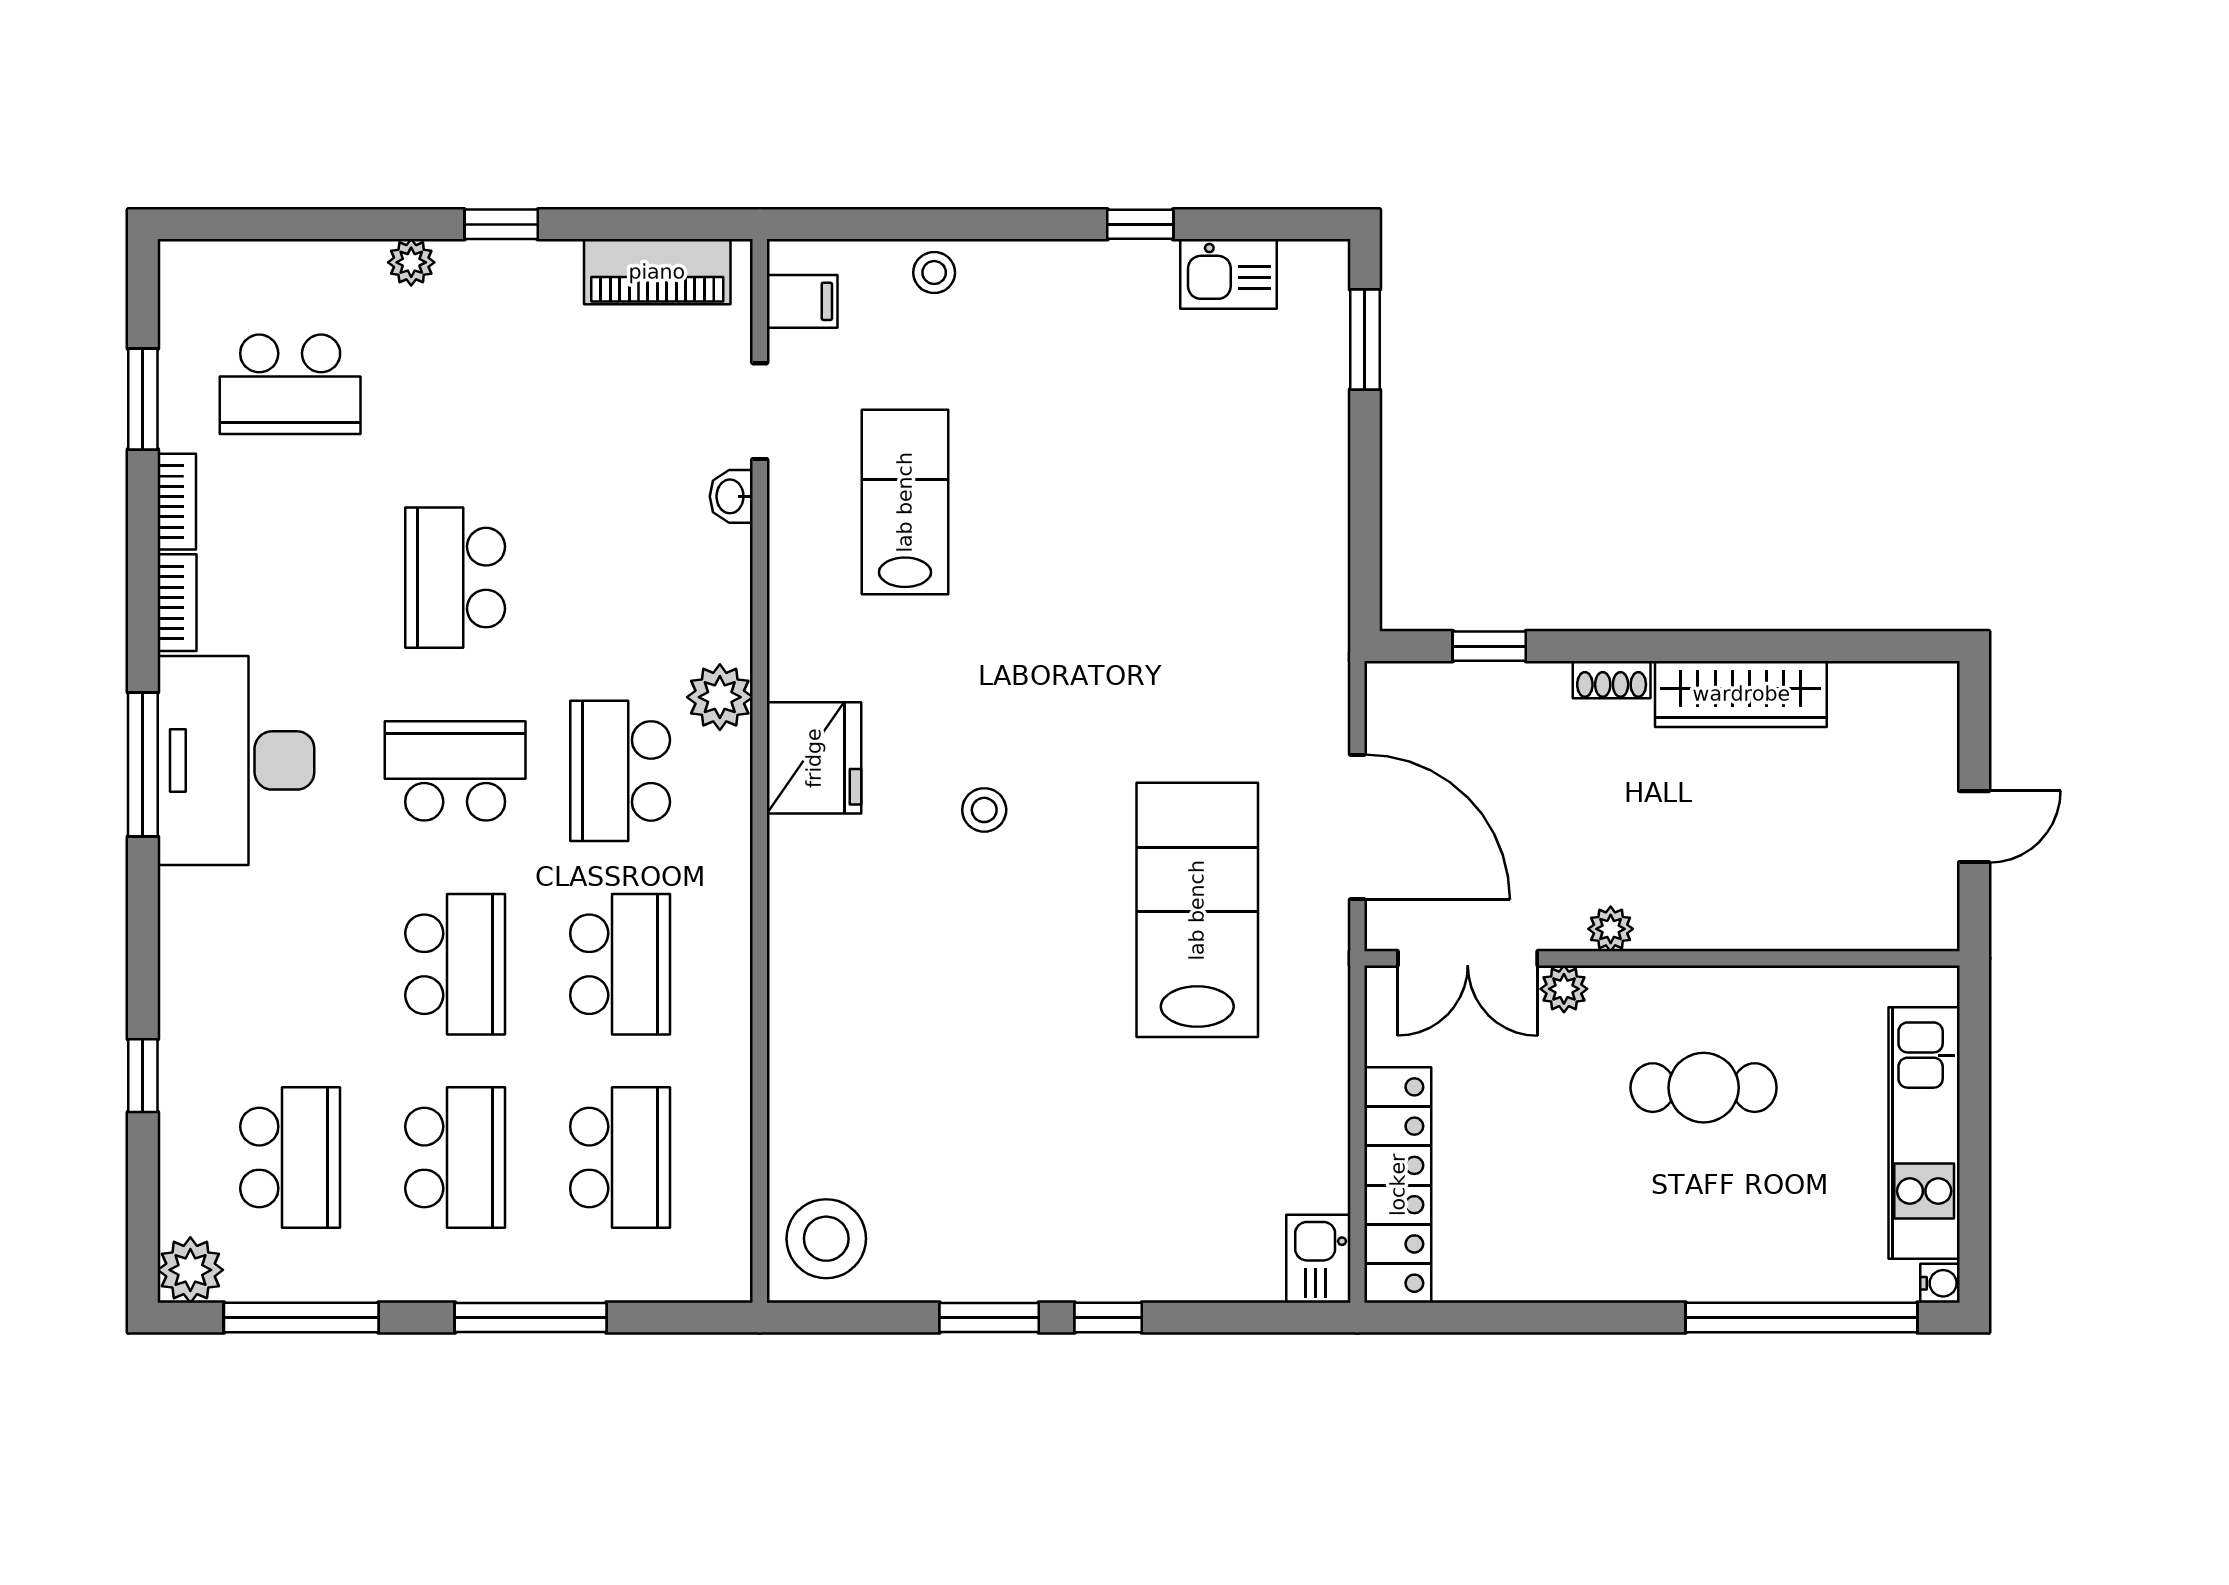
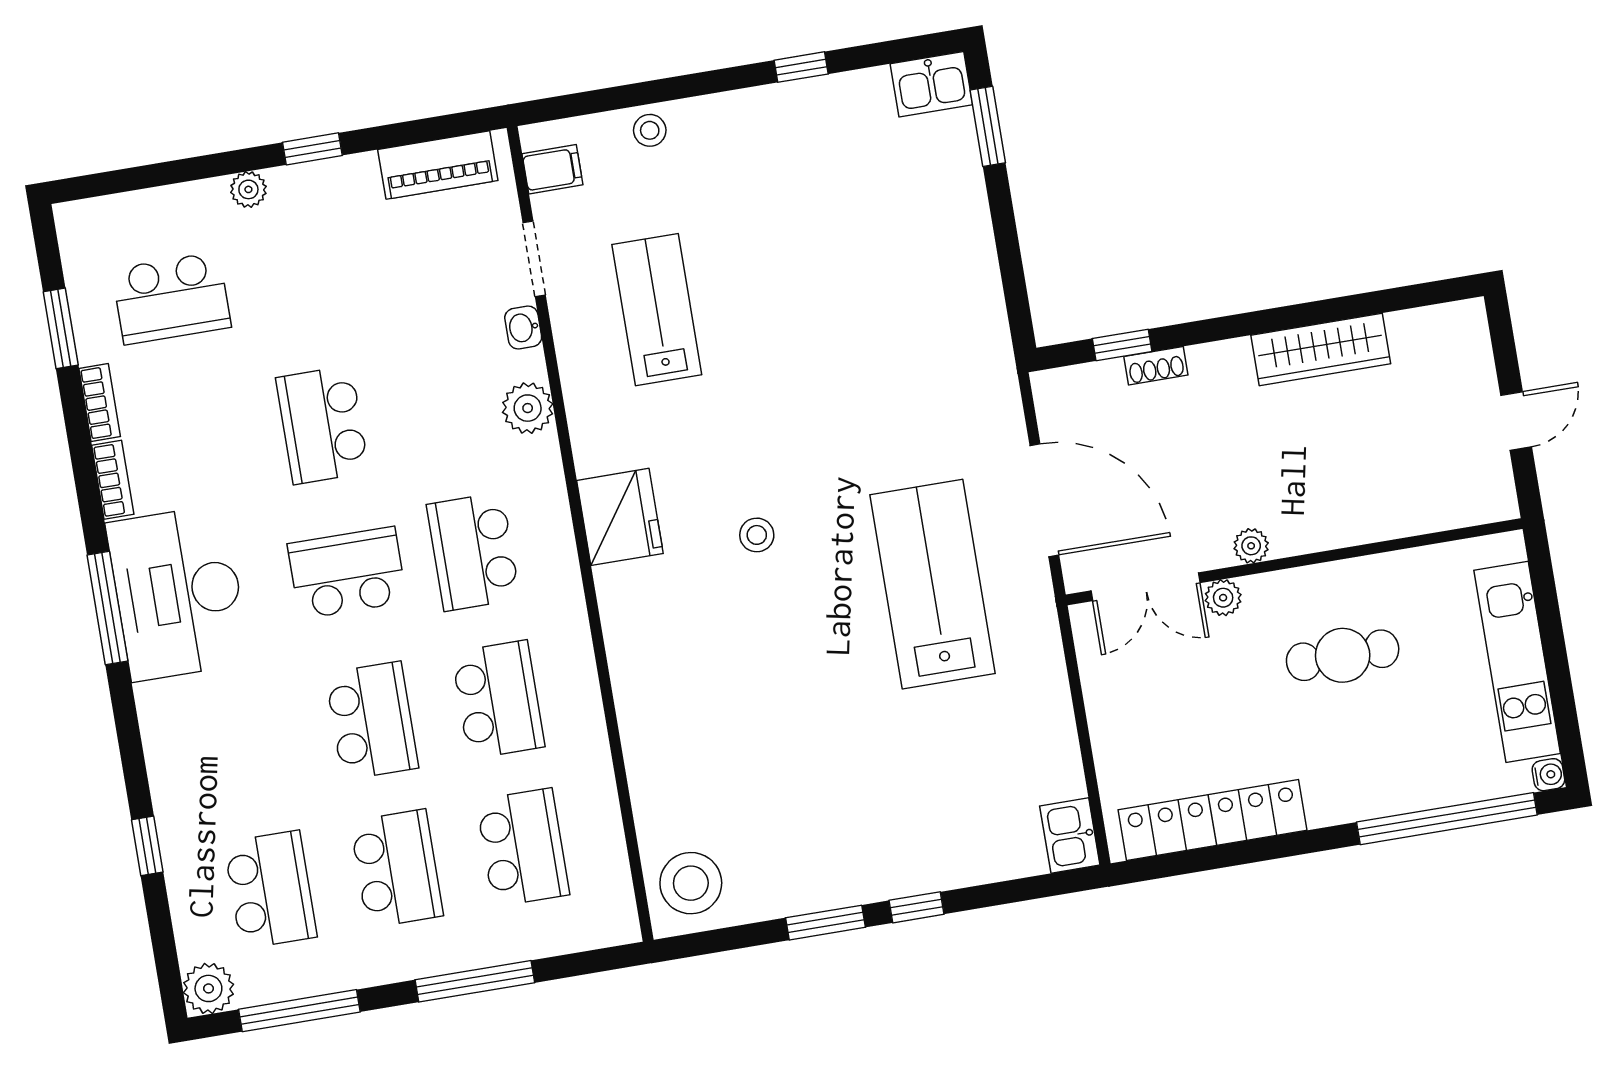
kitchen sink: (1229, 274) -> (931, 84), moved
shoe rack: (1612, 680) -> (1156, 366), moved
plant: (720, 697) -> (528, 408), moved
locker: (1398, 1185) -> (1213, 820), moved, turned -90

